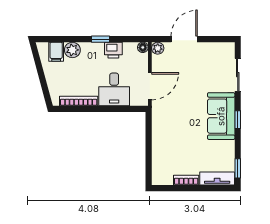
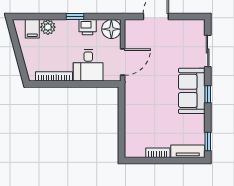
floor lamp: (143, 47) -> (111, 29), width x1.89, depth x1.89
plant: (158, 48) -> (130, 25), removed

